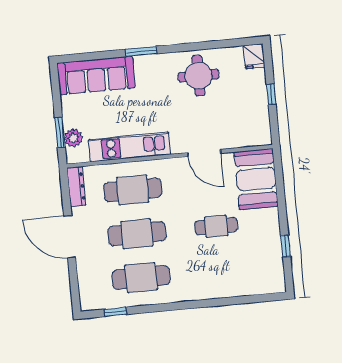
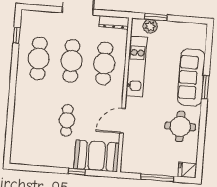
sofa: (96, 75) -> (191, 78), moved
window: (271, 94) -> (157, 178), width x2.17
window: (286, 246) -> (77, 172), moved

